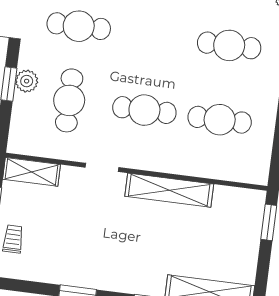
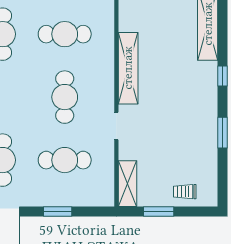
plant: (27, 81) -> (53, 197), removed
cafe table: (220, 120) -> (65, 34), turned 90

